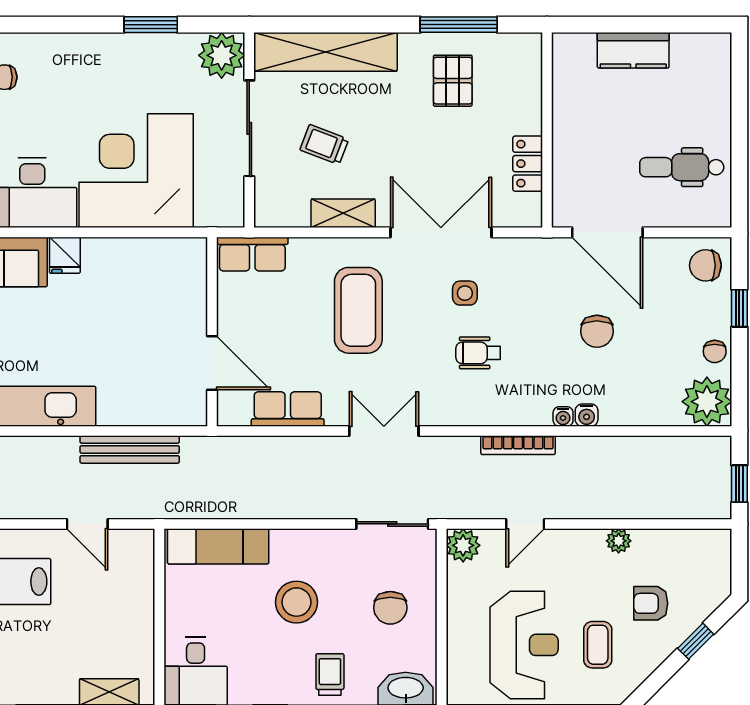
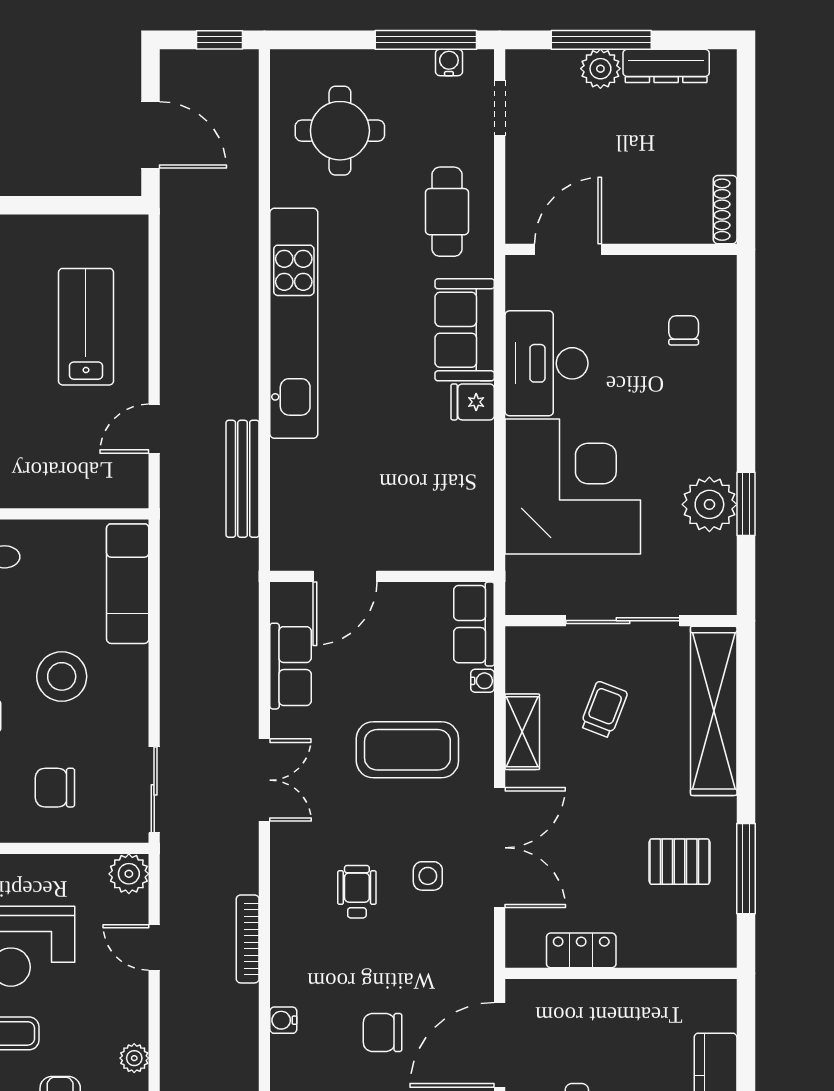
plant: (222, 55) -> (709, 504), moved
water cooler: (563, 416) -> (483, 681), moved, turned 180

